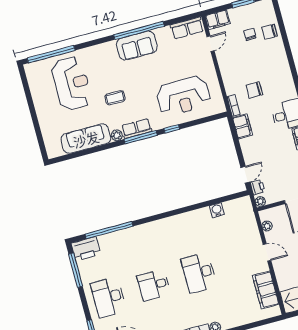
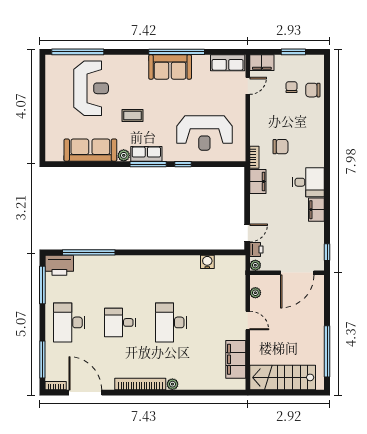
chair: (254, 90) -> (281, 147), turned 180

